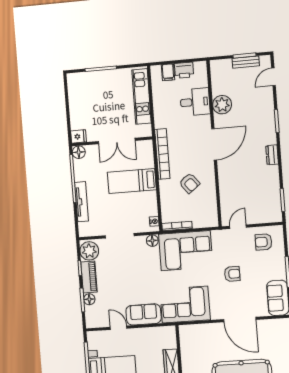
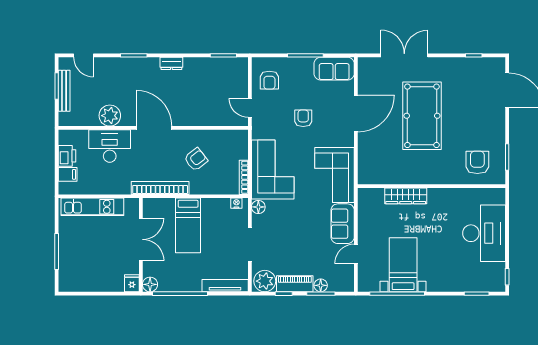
bench: (246, 62) -> (64, 91), width x1.36
desk: (195, 102) -> (110, 146), width x1.37
tv unit: (82, 202) -> (225, 286), moved

